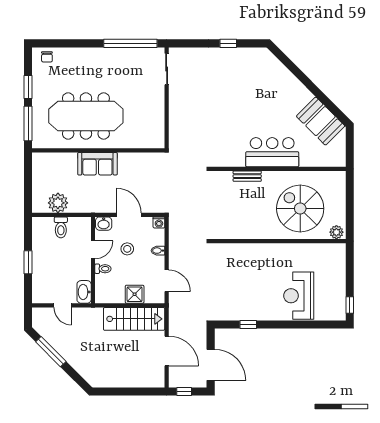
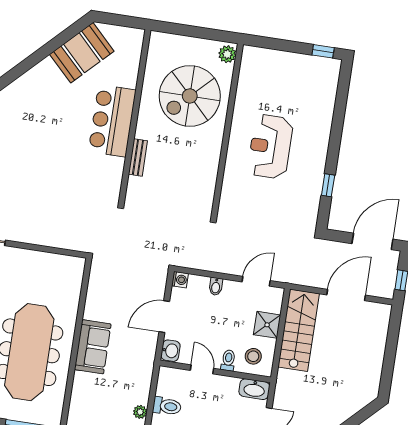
plant: (58, 203) -> (140, 412), width x0.53, depth x0.53
stool: (127, 249) -> (253, 356), moved
reception desk: (299, 296) -> (270, 147), moved, turned 90

